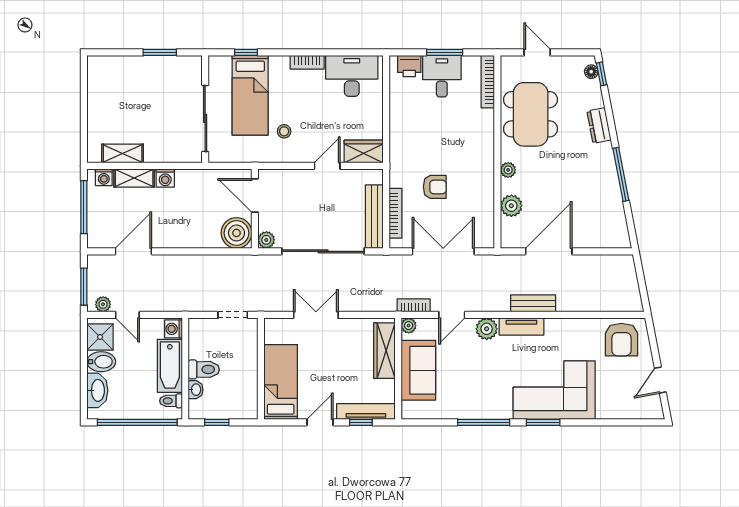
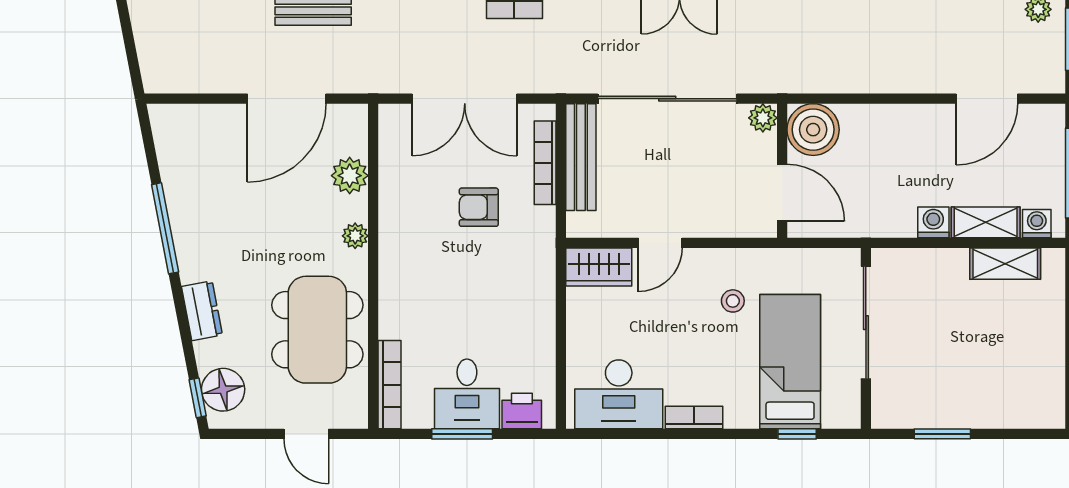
floor lamp: (591, 72) -> (223, 390), width x1.89, depth x1.89

